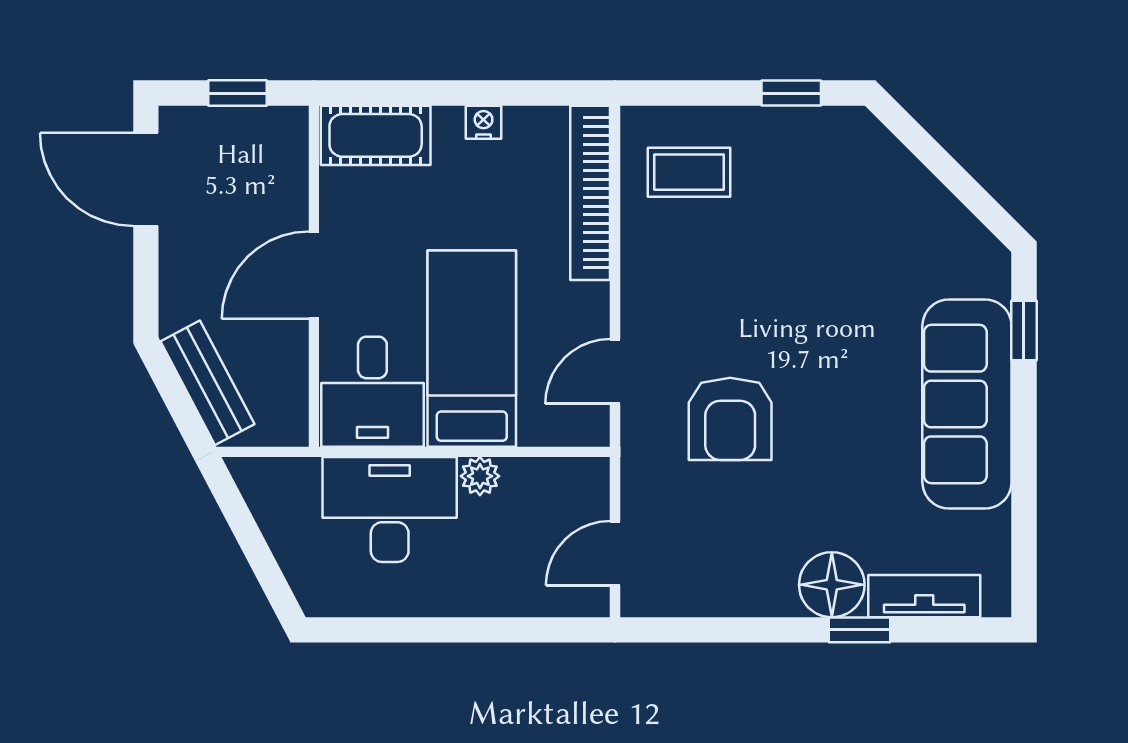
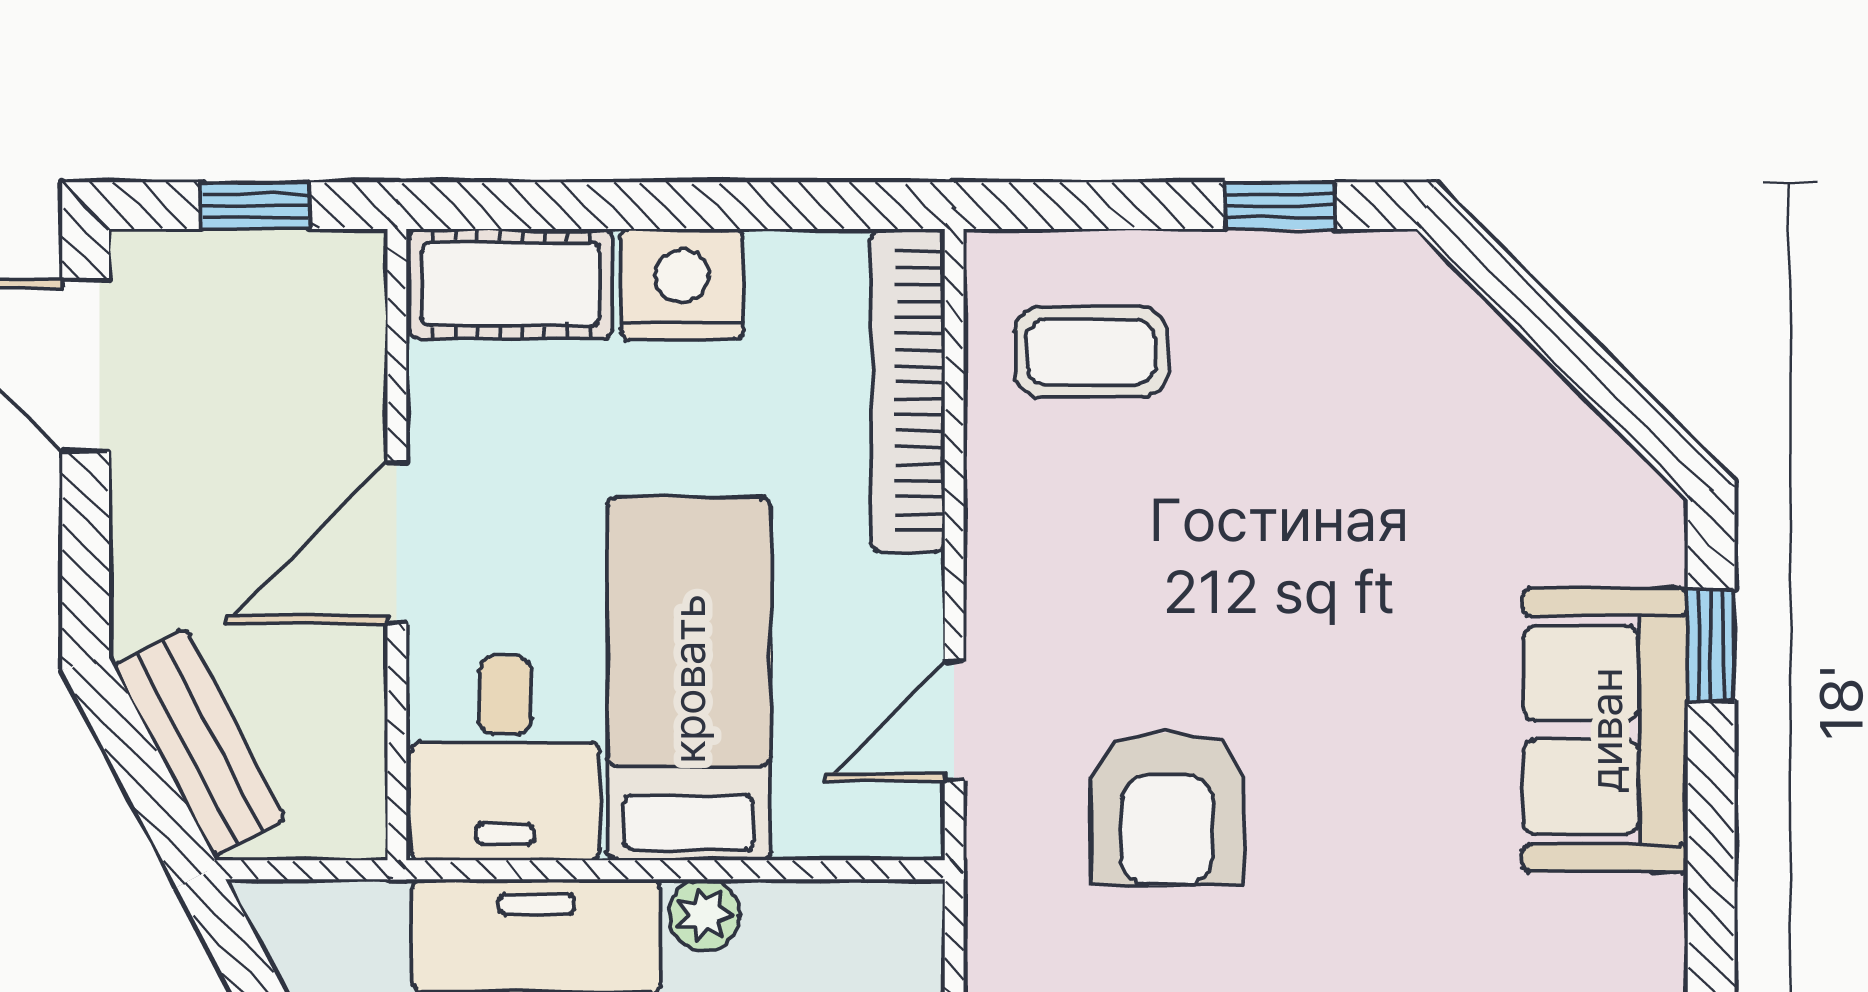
nightstand: (484, 122) -> (682, 284), width x1.89, depth x1.79
sofa: (967, 404) -> (1606, 730), width x0.73

